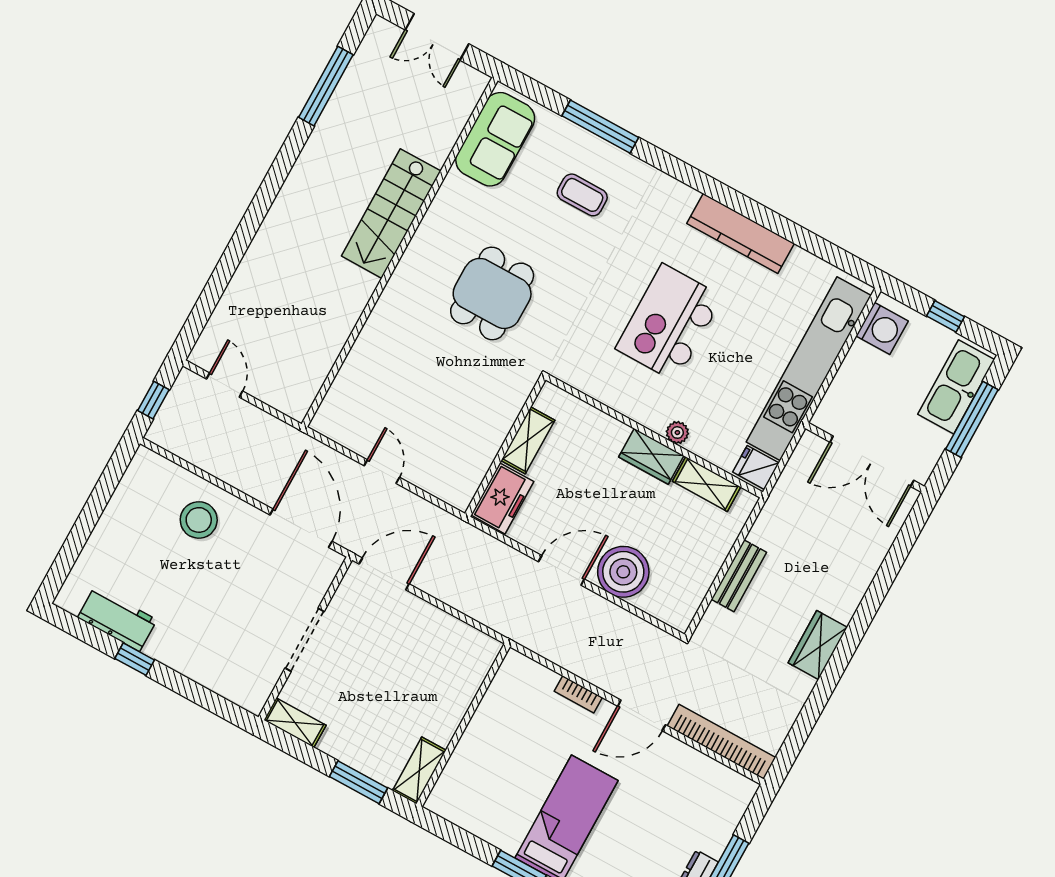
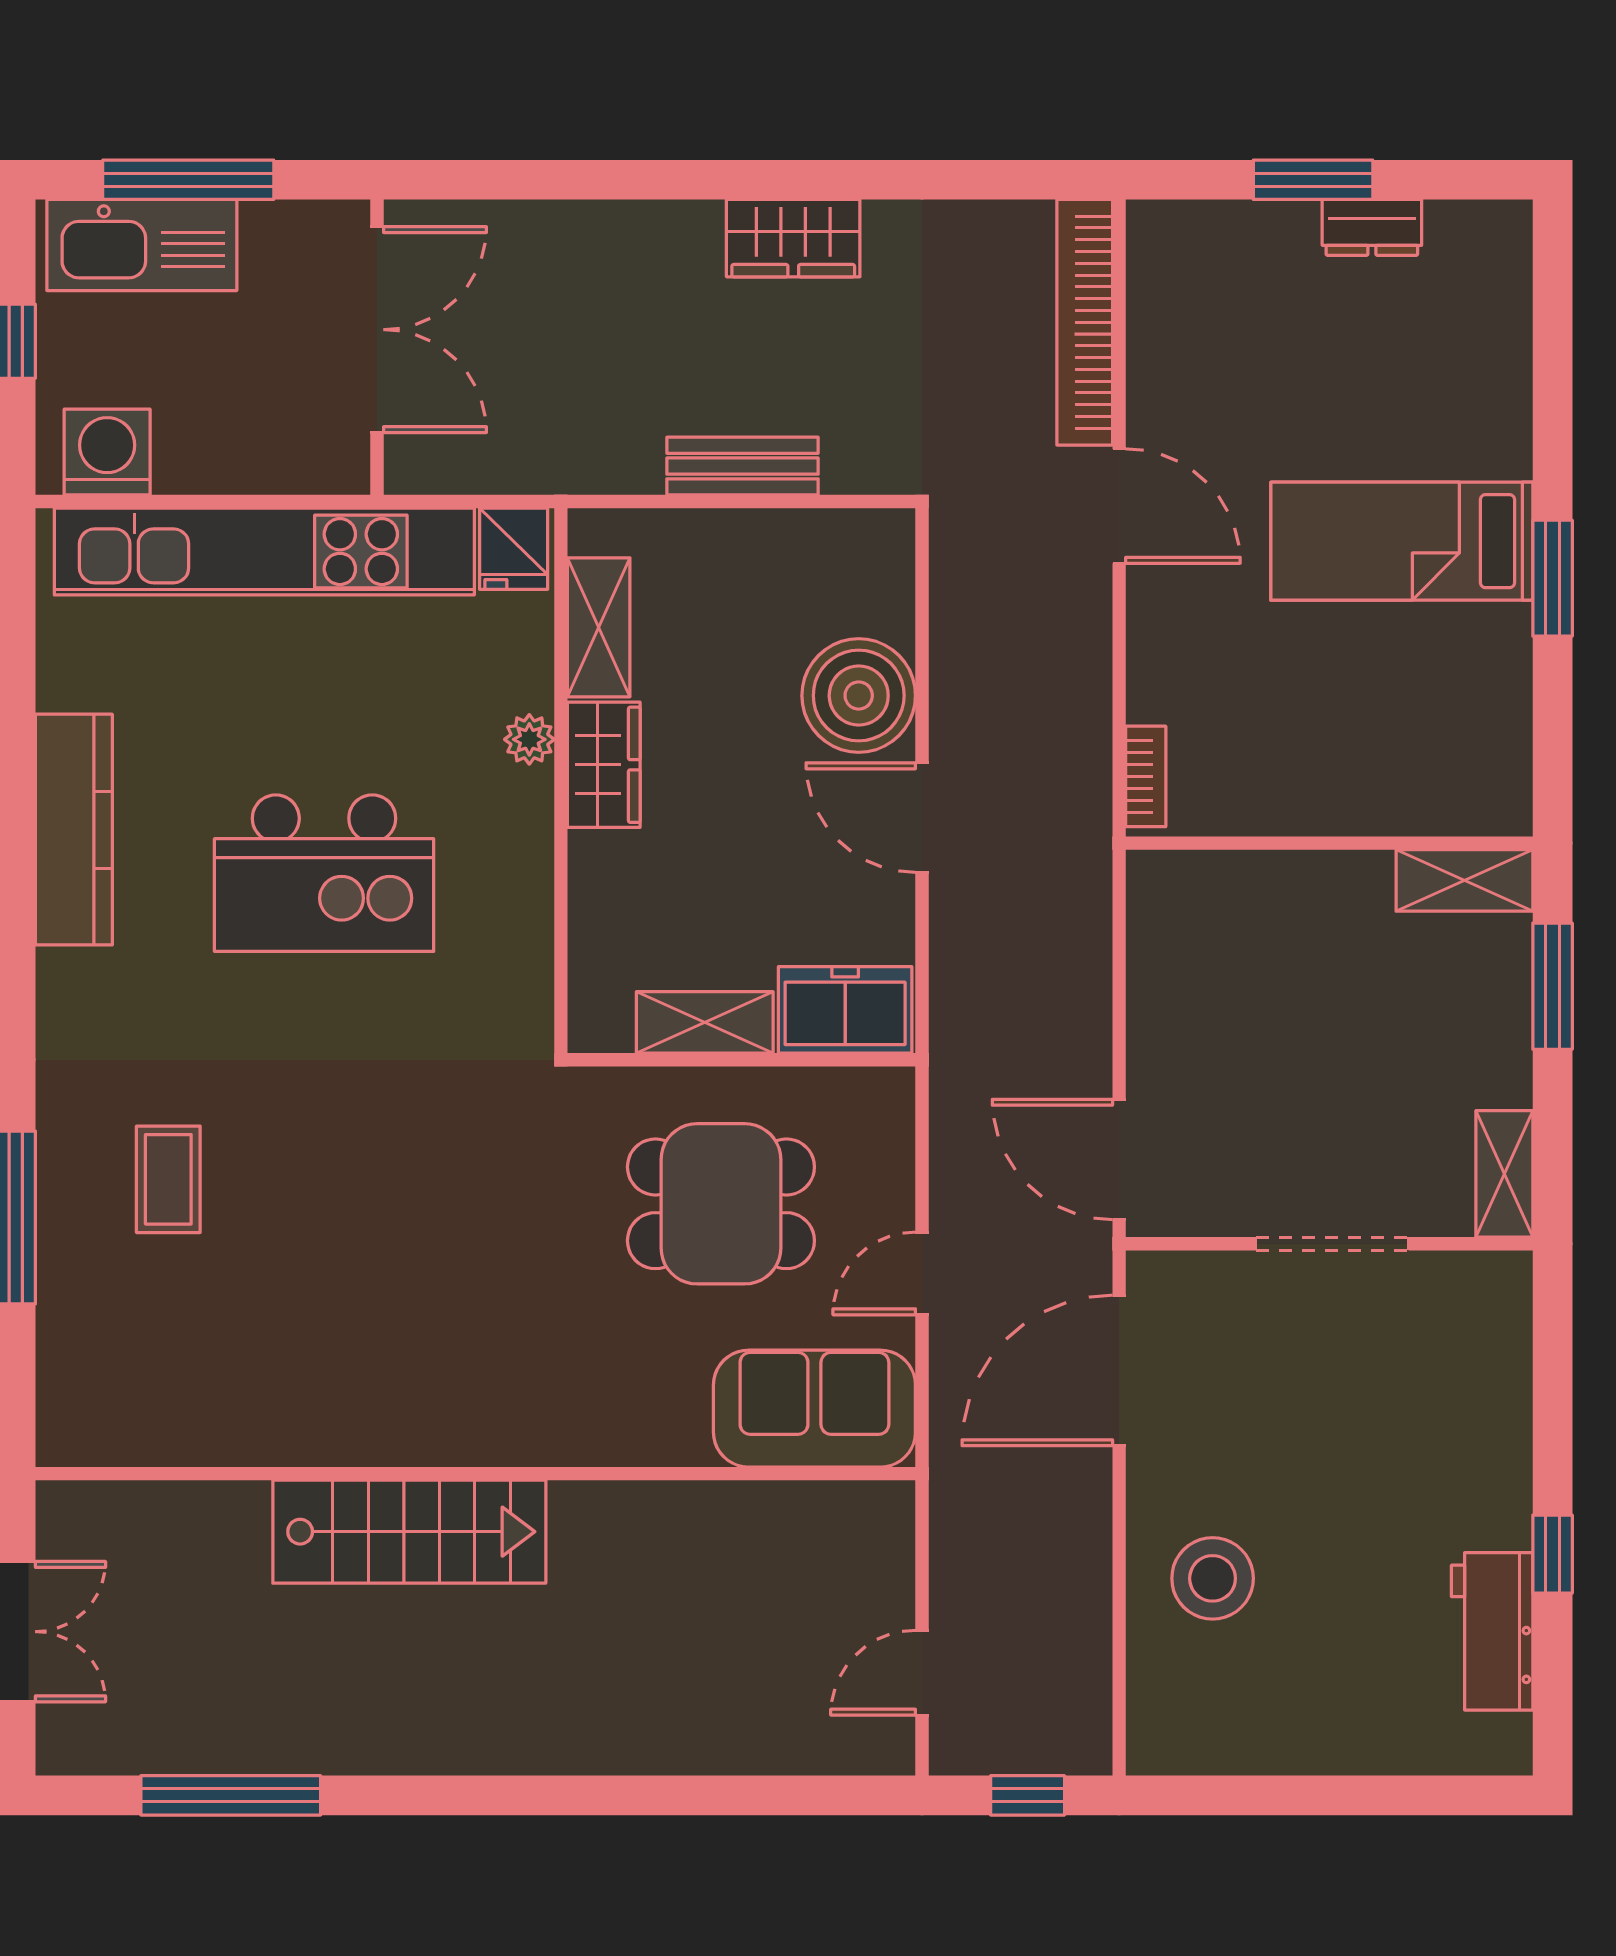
sofa: (495, 139) -> (814, 1409), moved
dining table: (492, 293) -> (721, 1204), moved
bookcase: (578, 694) -> (1146, 776), moved

